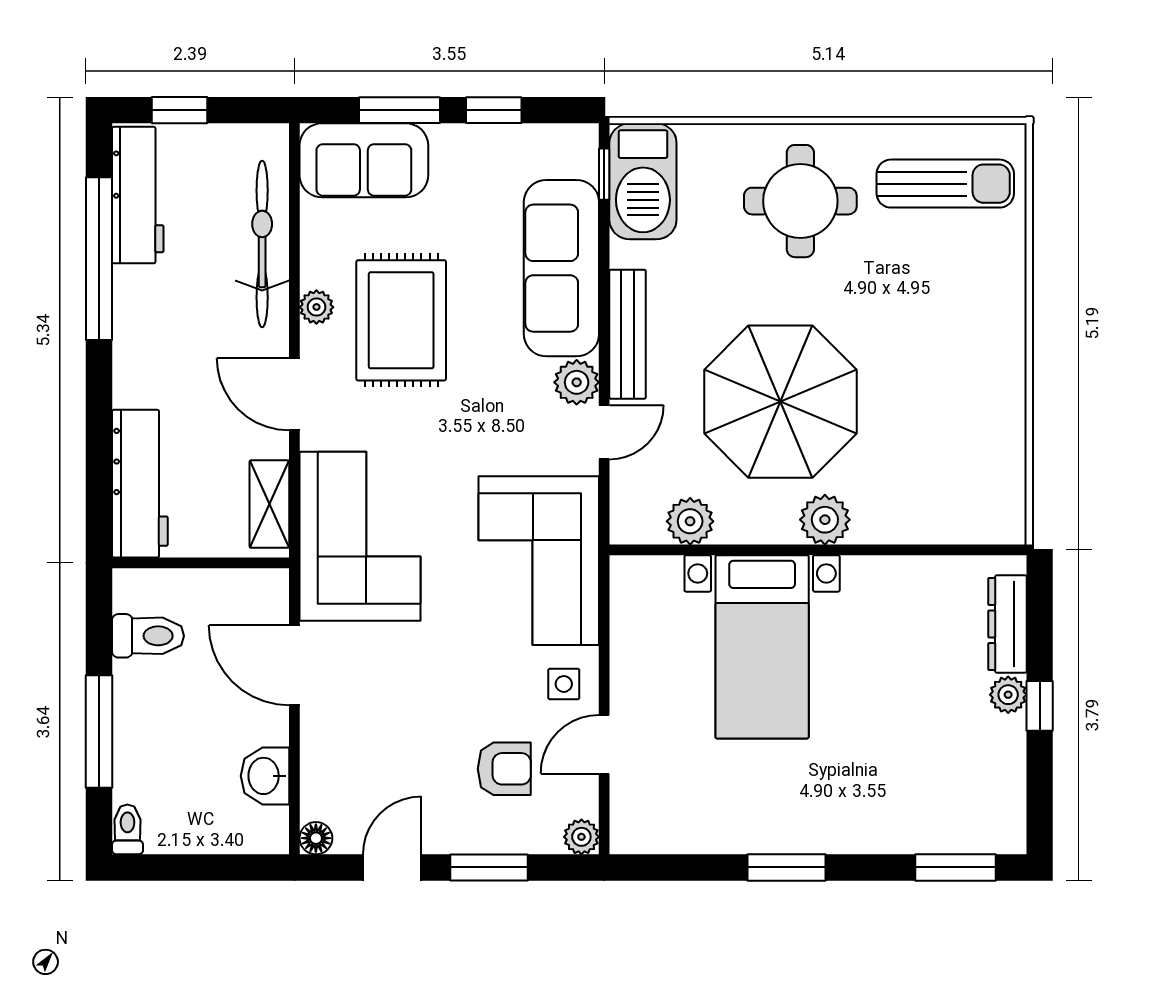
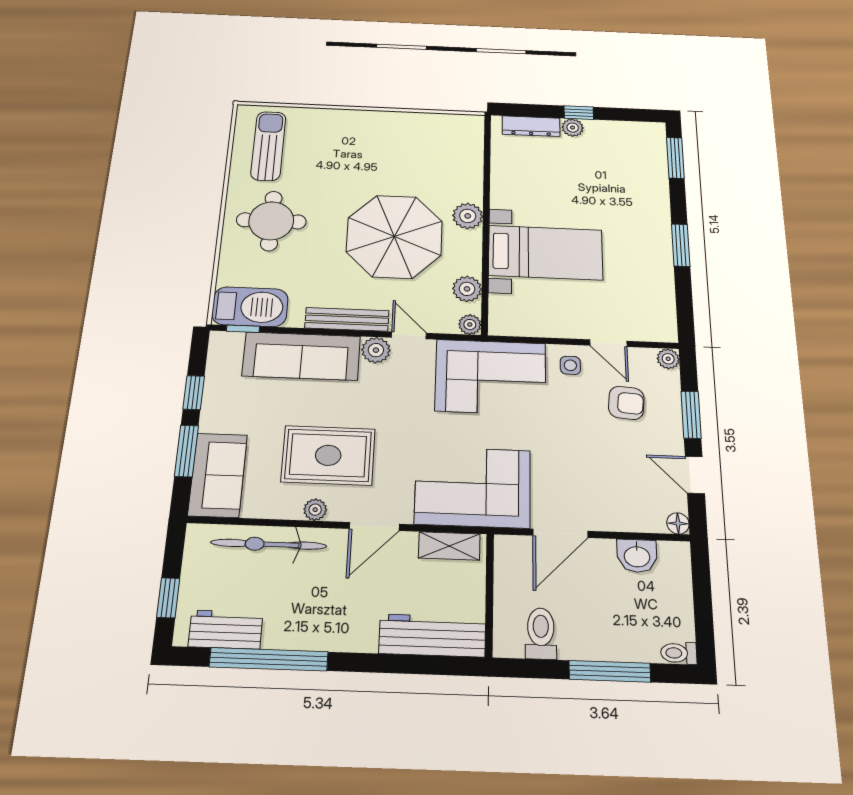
workbench: (138, 195) -> (226, 630), width x0.73
plant: (627, 527) -> (470, 325), added
armchair: (504, 769) -> (626, 403), turned 95

